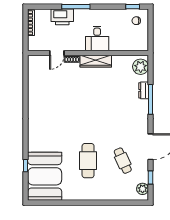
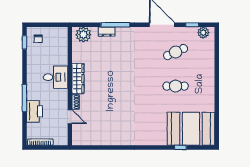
cafe table: (88, 161) -> (176, 86), width x0.73, depth x0.74

